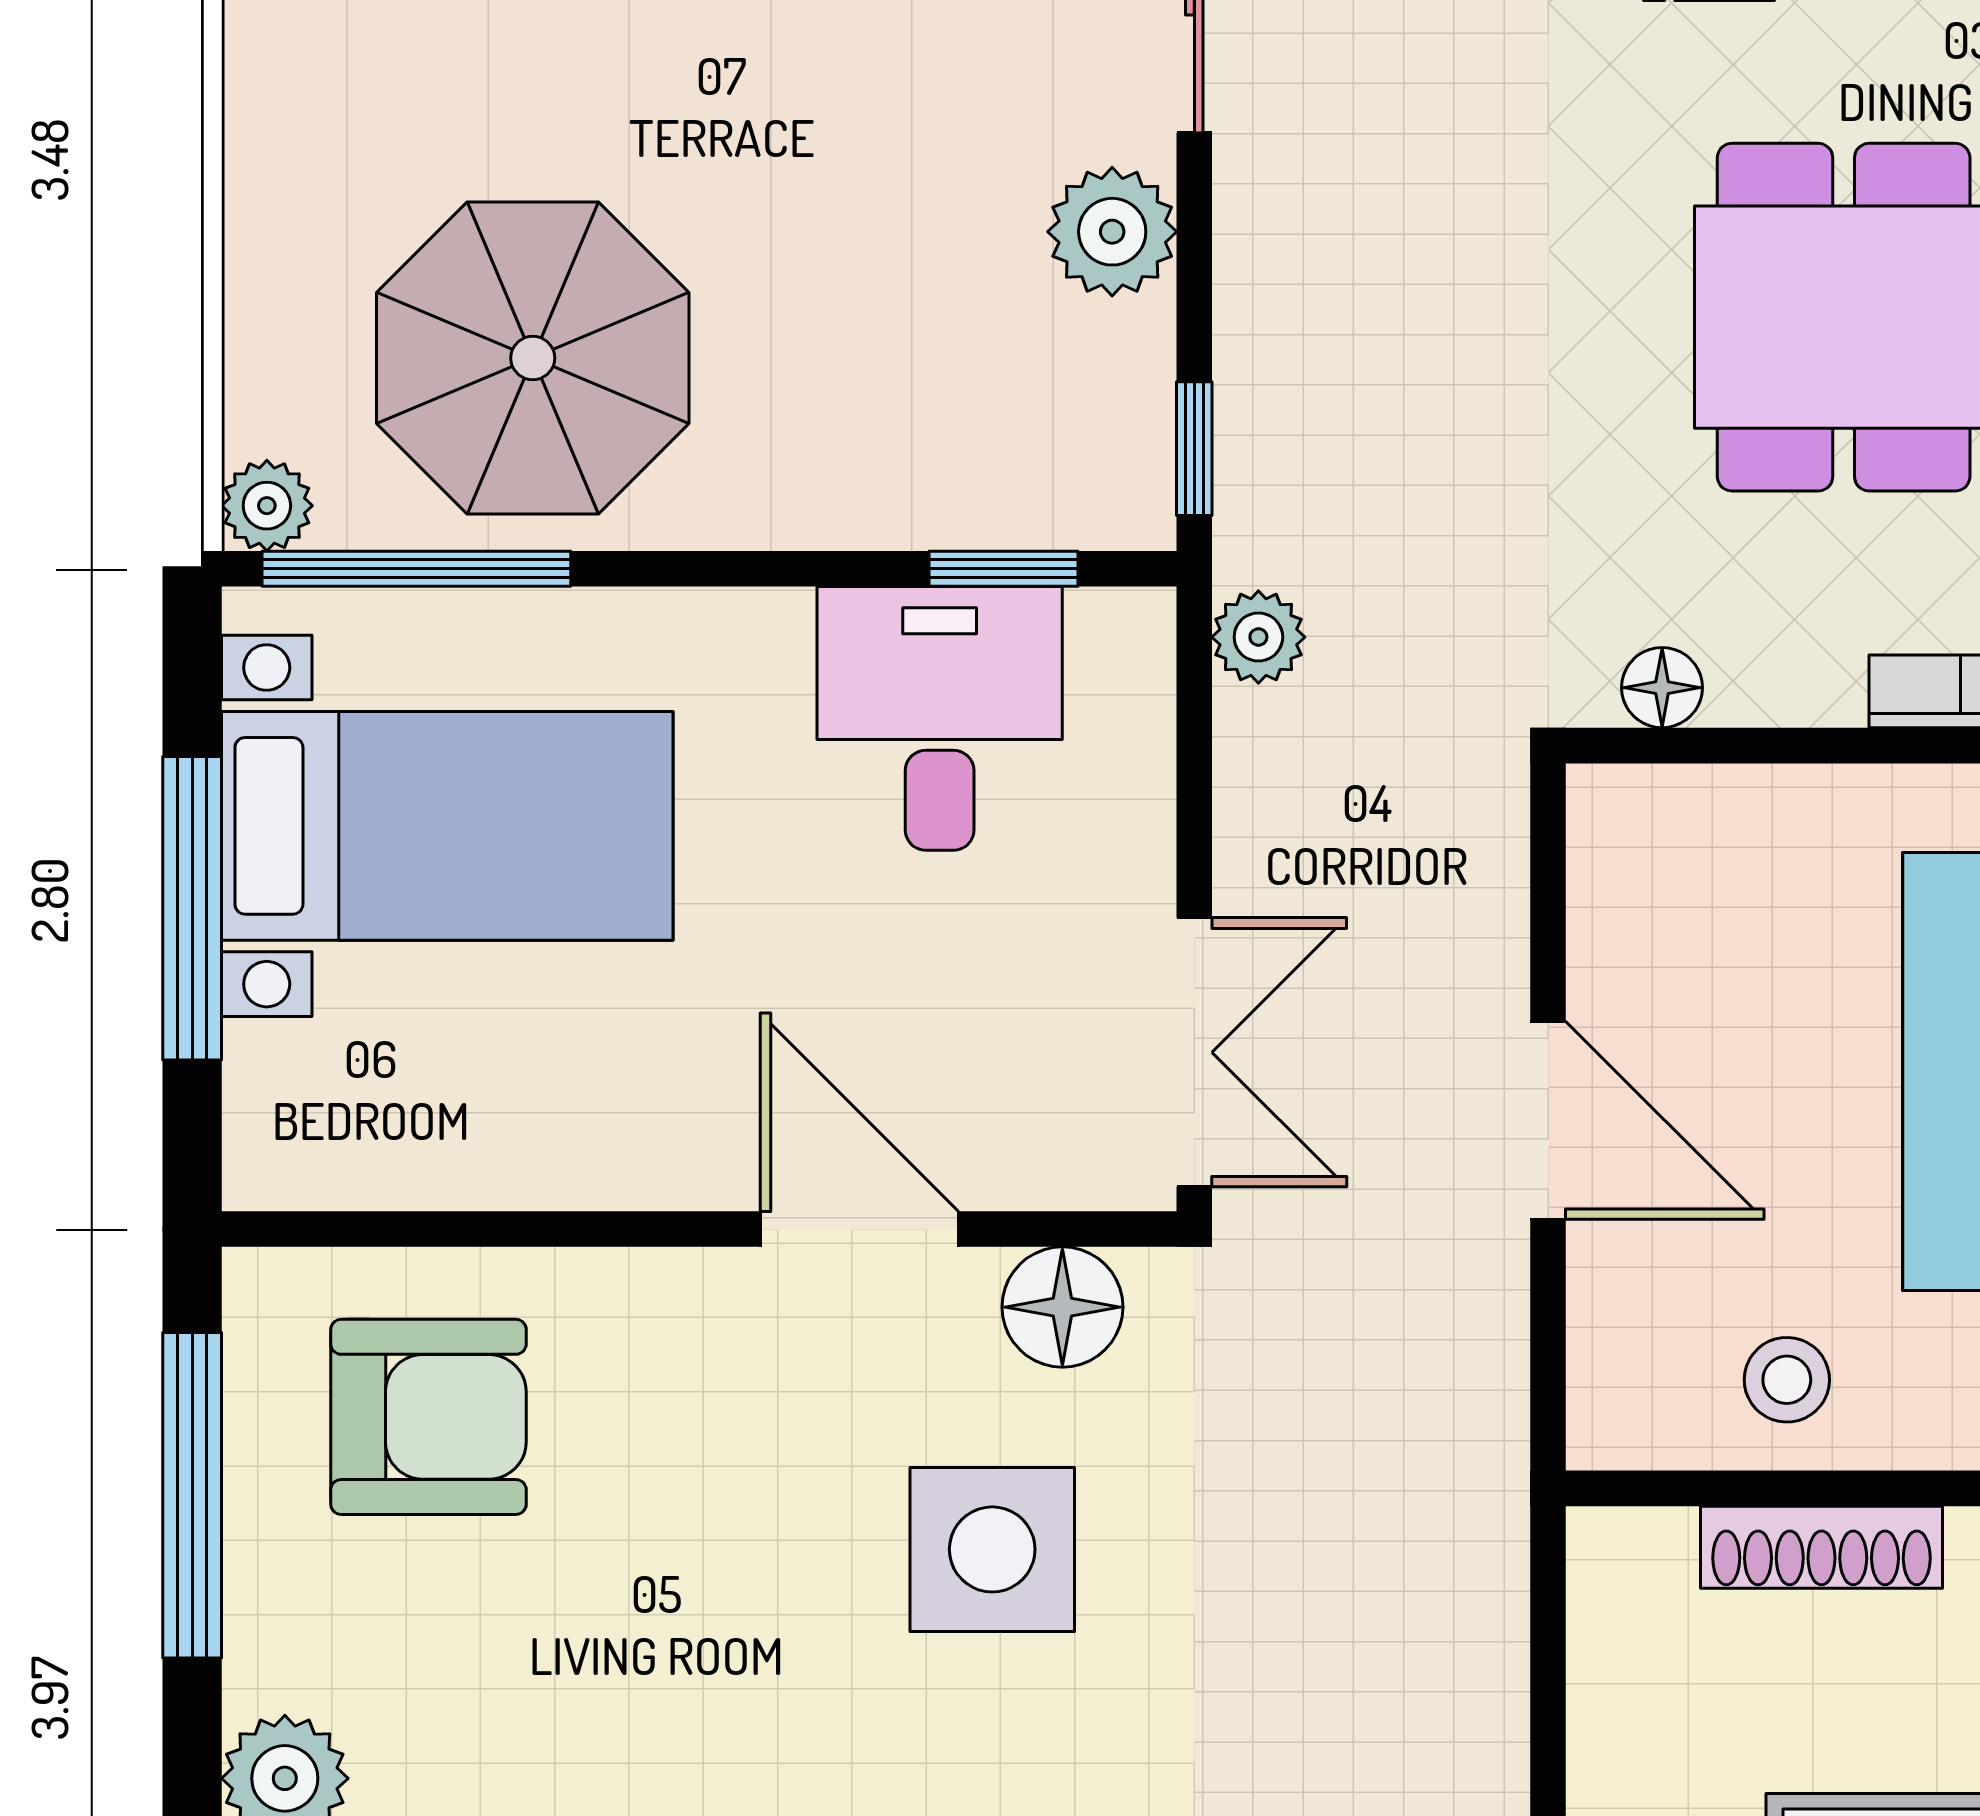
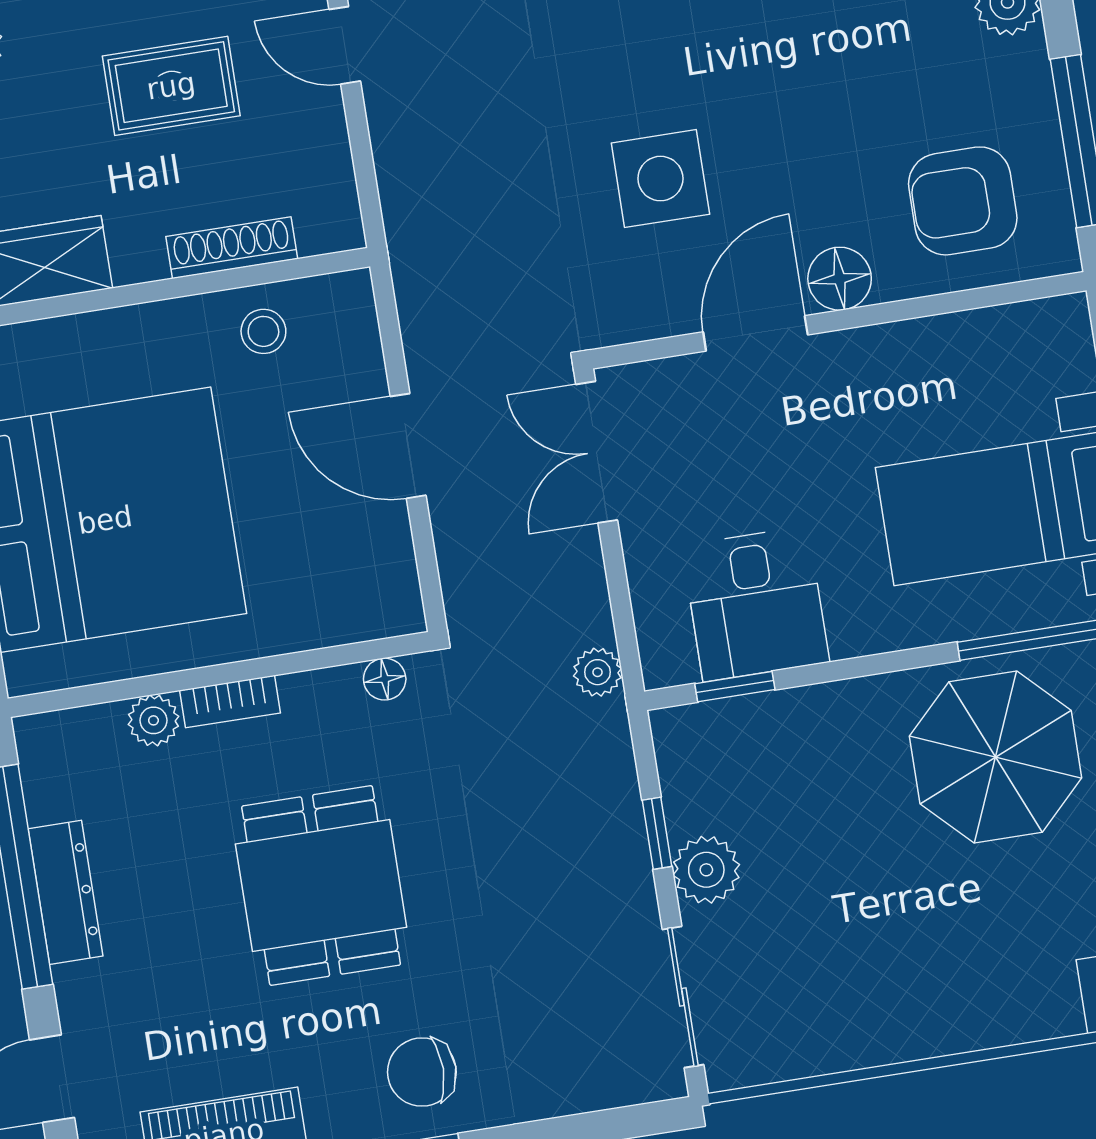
window: (1194, 449) -> (657, 833), moved
door: (859, 1229) -> (755, 333), swing flipped
floor lamp: (1062, 1307) -> (840, 279), moved

